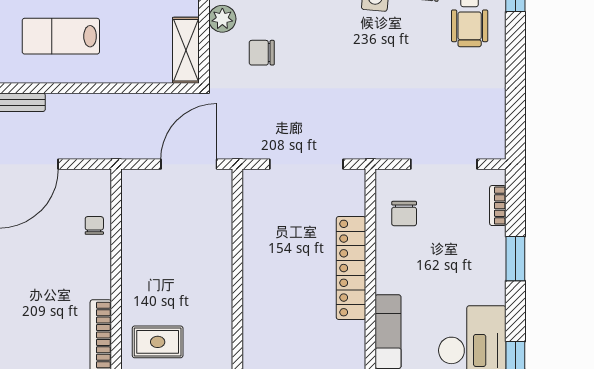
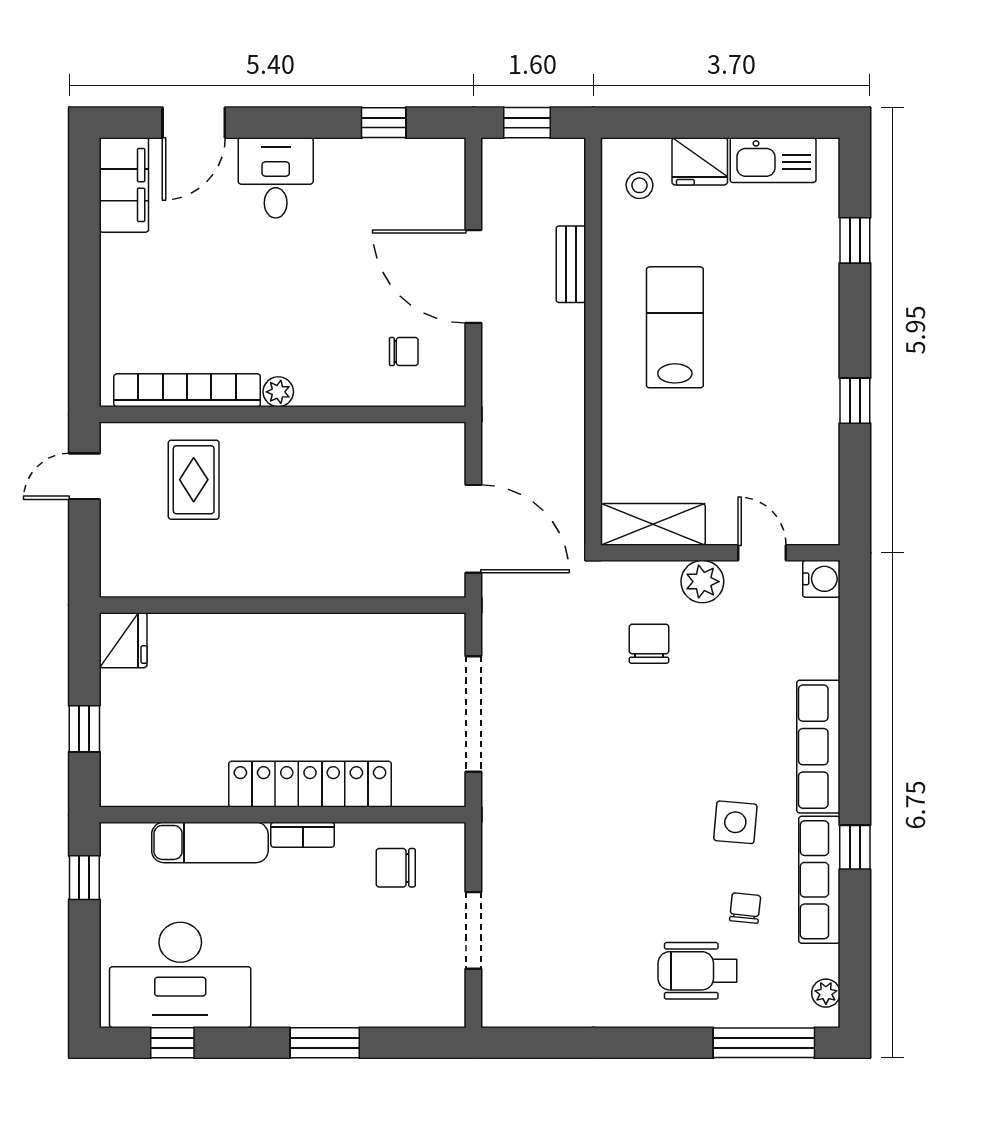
doorway: (444, 164) -> (473, 930), width x0.73
bookcase: (498, 206) -> (303, 835), moved, turned 180
chair: (94, 225) -> (404, 352), moved
plant: (102, 288) -> (278, 392), added

